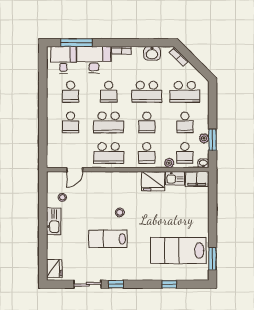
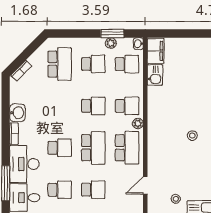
washbasin: (152, 53) -> (17, 113), moved
school desk: (147, 92) -> (60, 106), removed
plant: (169, 163) -> (138, 123), moved
door: (75, 170) -> (145, 185), swing flipped
fridge: (153, 181) -> (158, 99), removed

